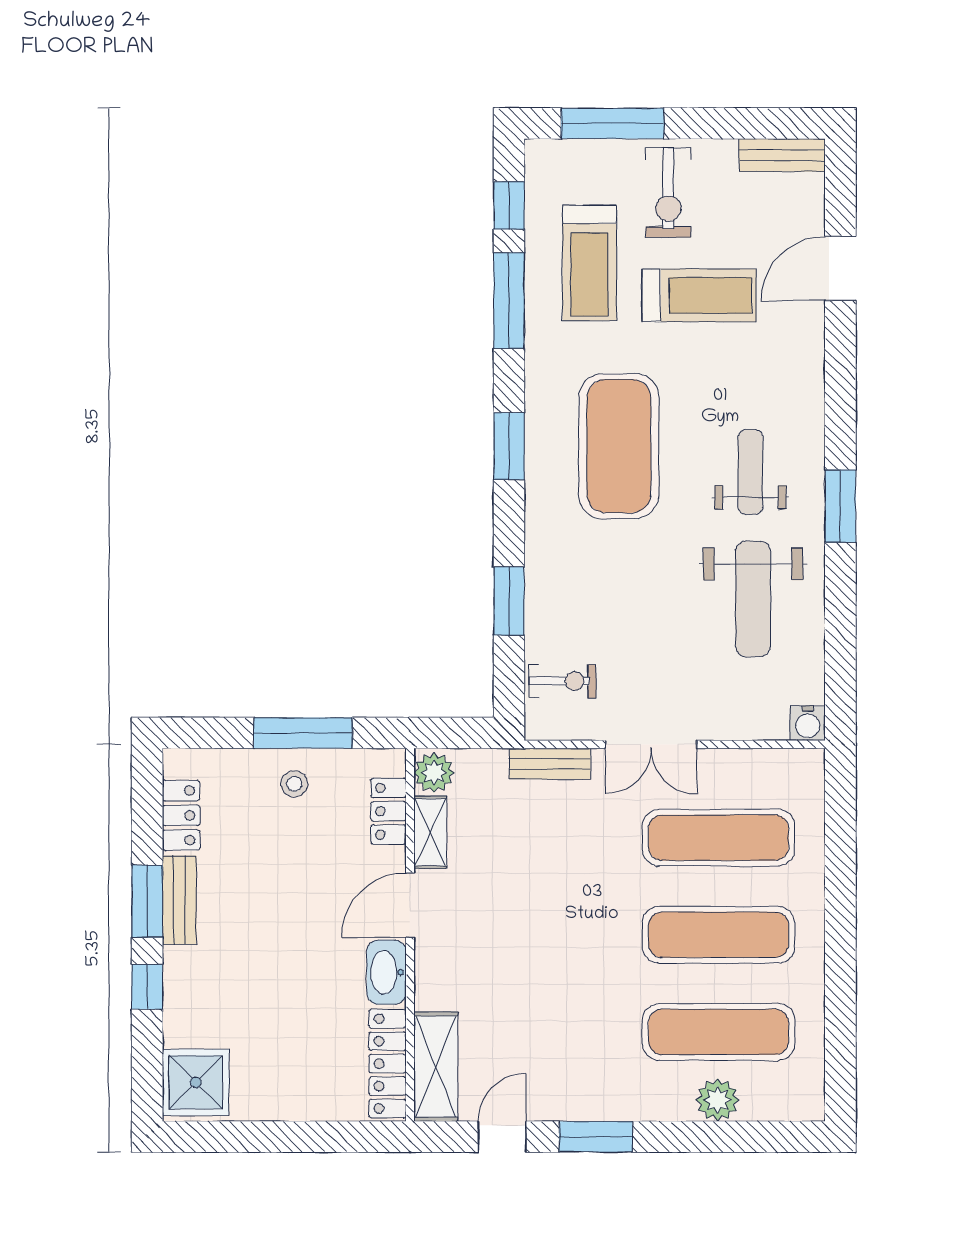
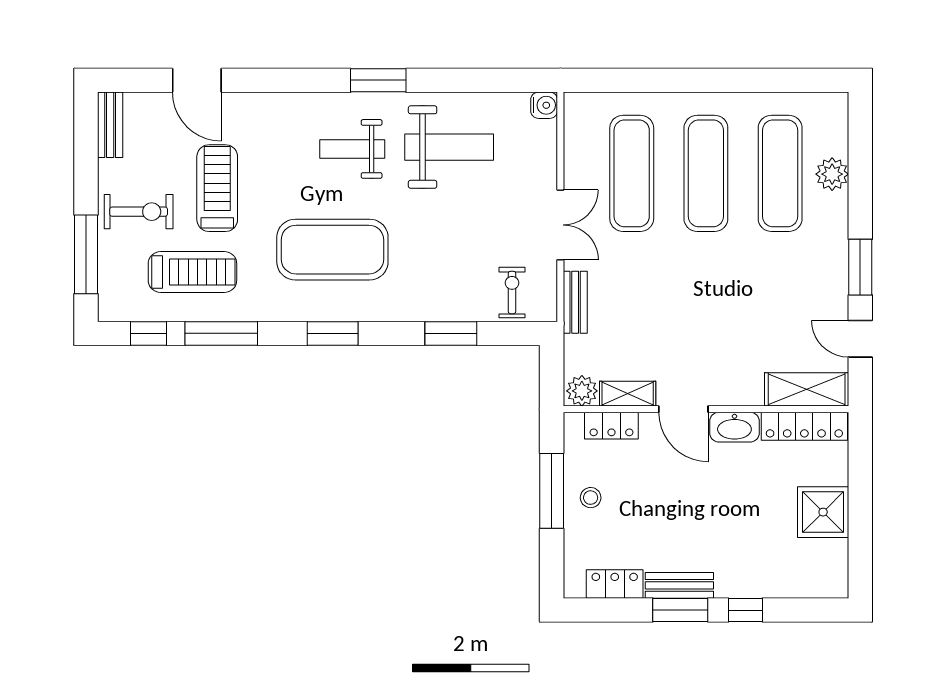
shower: (196, 1082) -> (823, 512), moved

